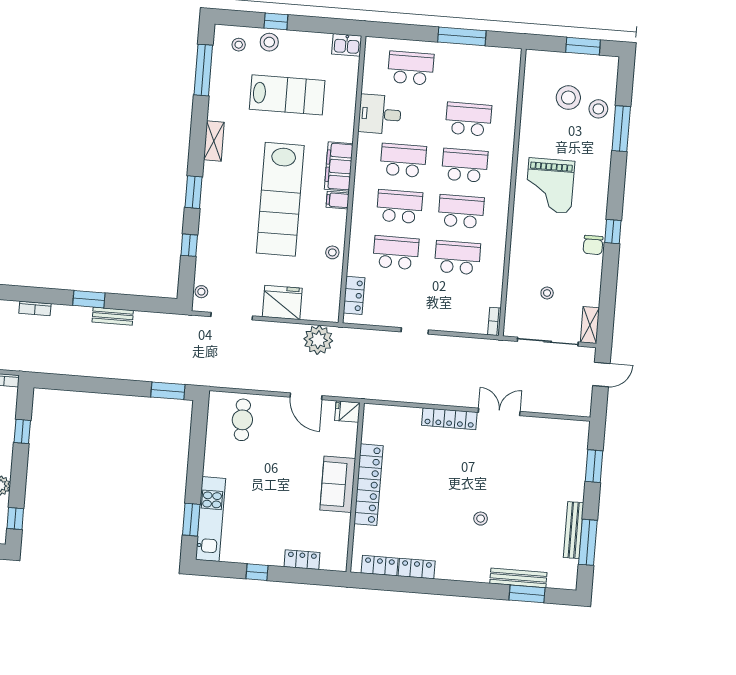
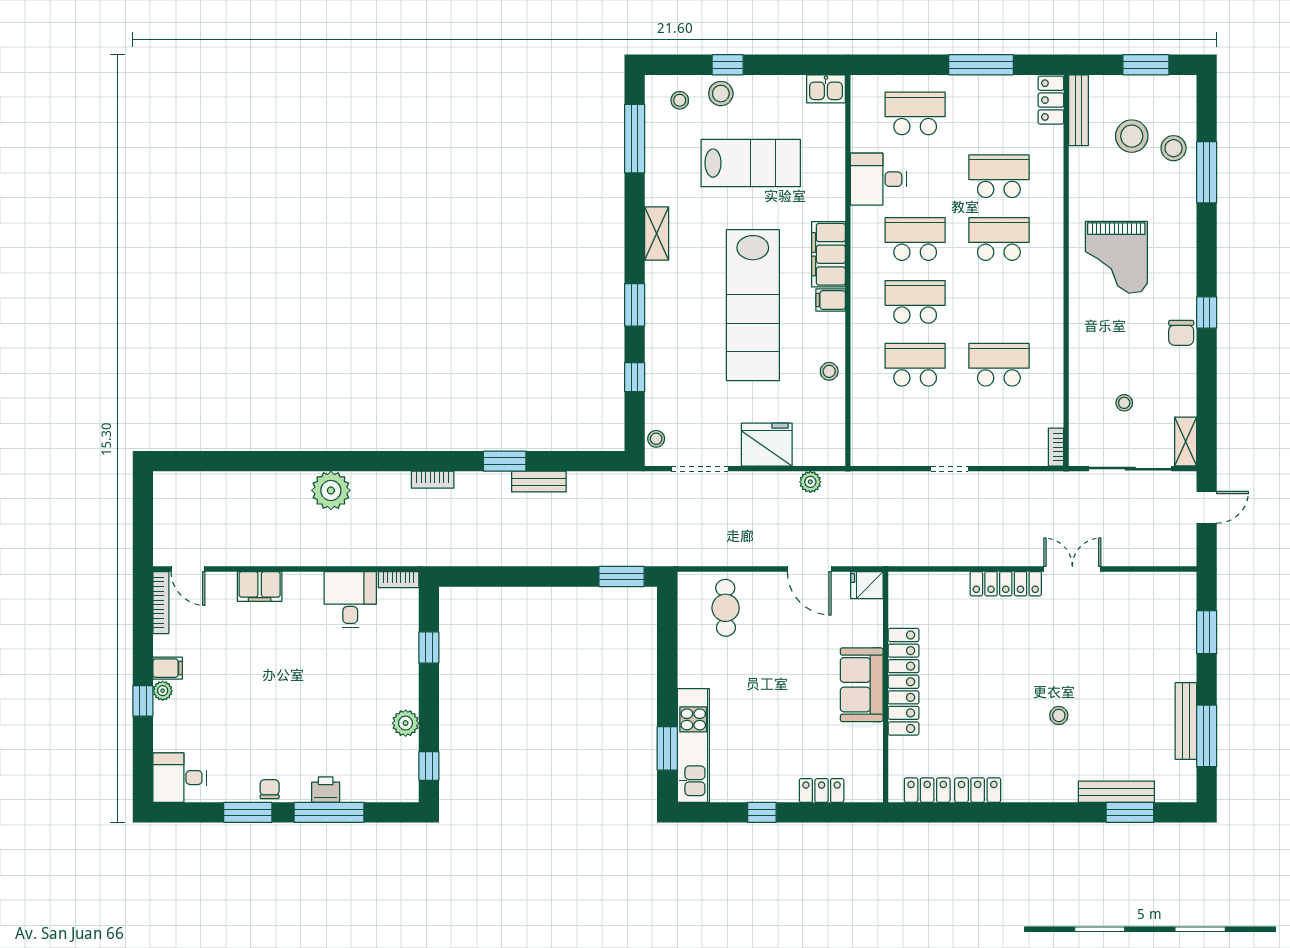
bench: (531, 75) -> (1079, 110), added
school desk: (461, 211) -> (999, 302), removed
locker: (354, 295) -> (1051, 100), moved, turned 180
plant: (318, 340) -> (810, 482), width x0.53, depth x0.53

